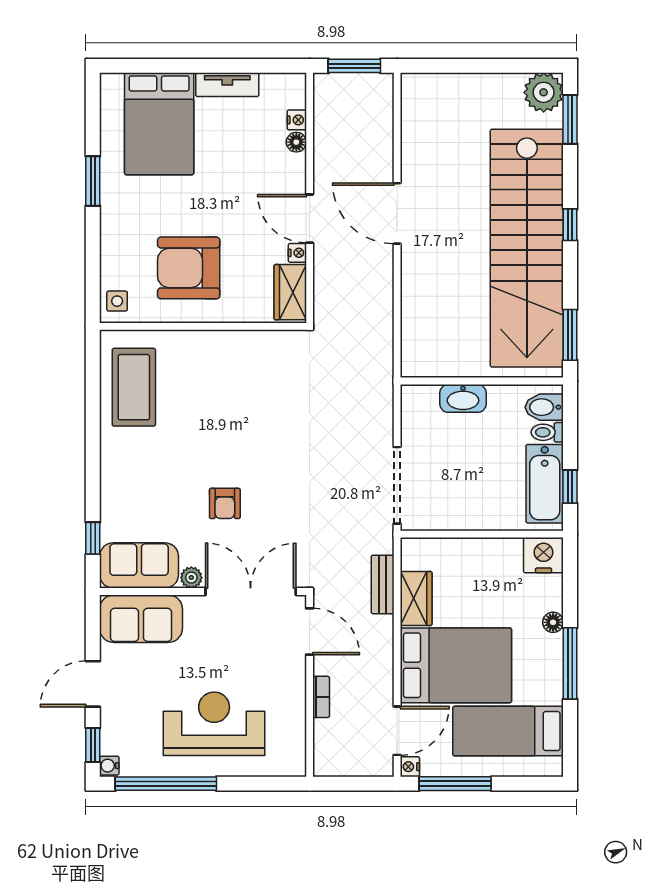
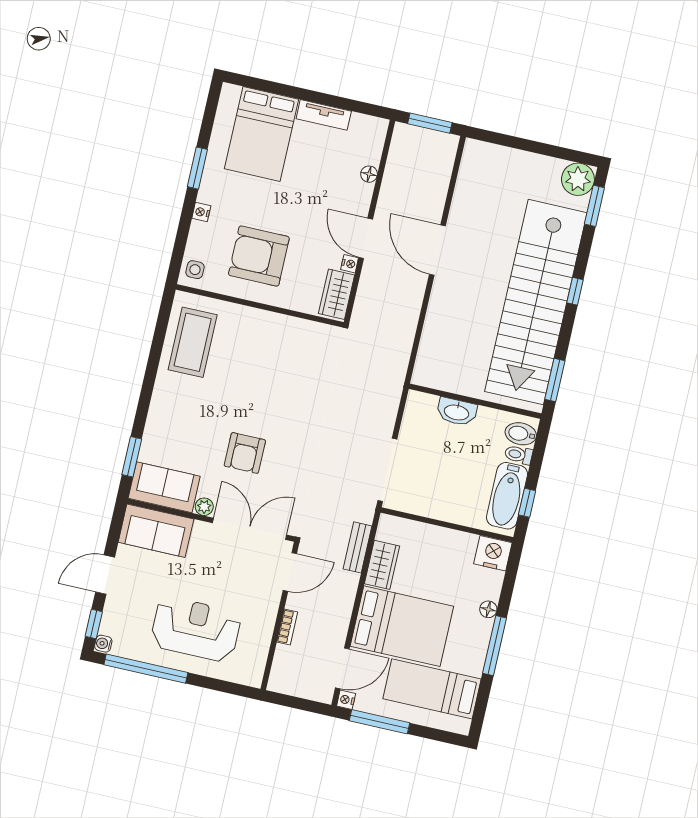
nightstand: (297, 120) -> (201, 212), moved, turned 180
armchair: (225, 503) -> (245, 453), width x1.38, depth x1.38
window: (93, 538) -> (132, 457), width x1.50
door: (310, 631) -> (290, 572), hinge flipped

